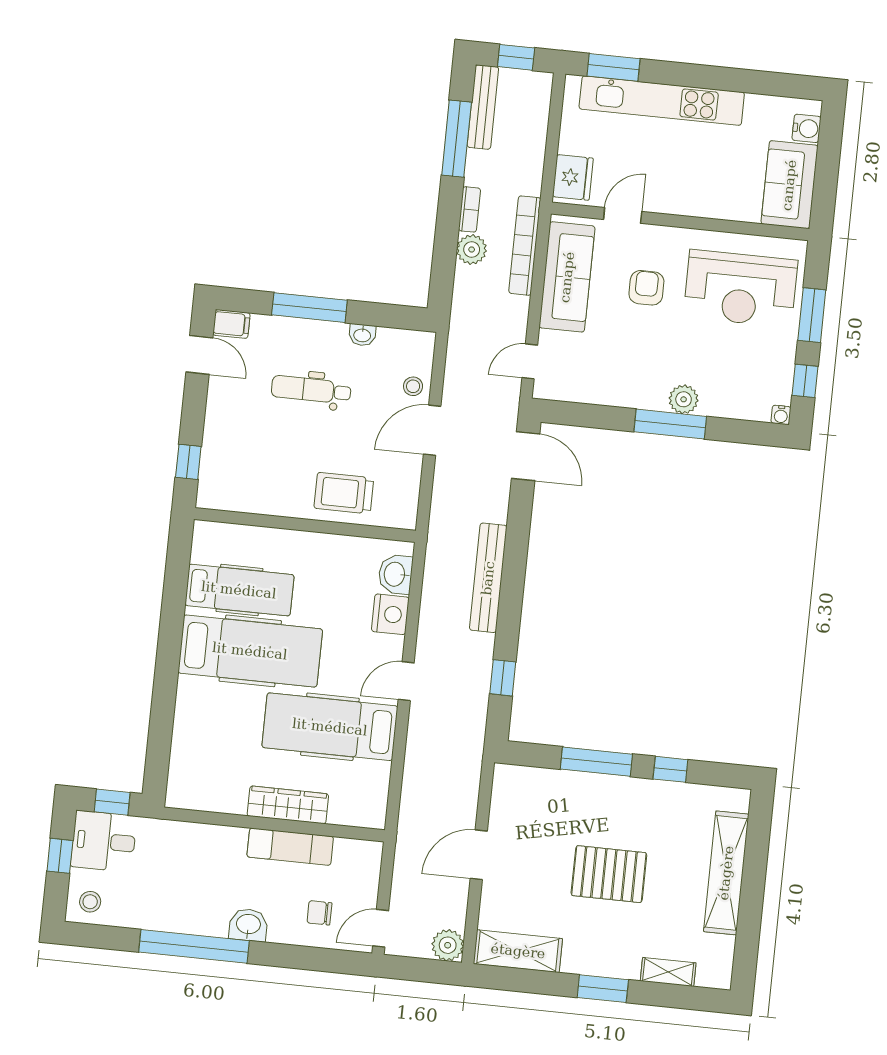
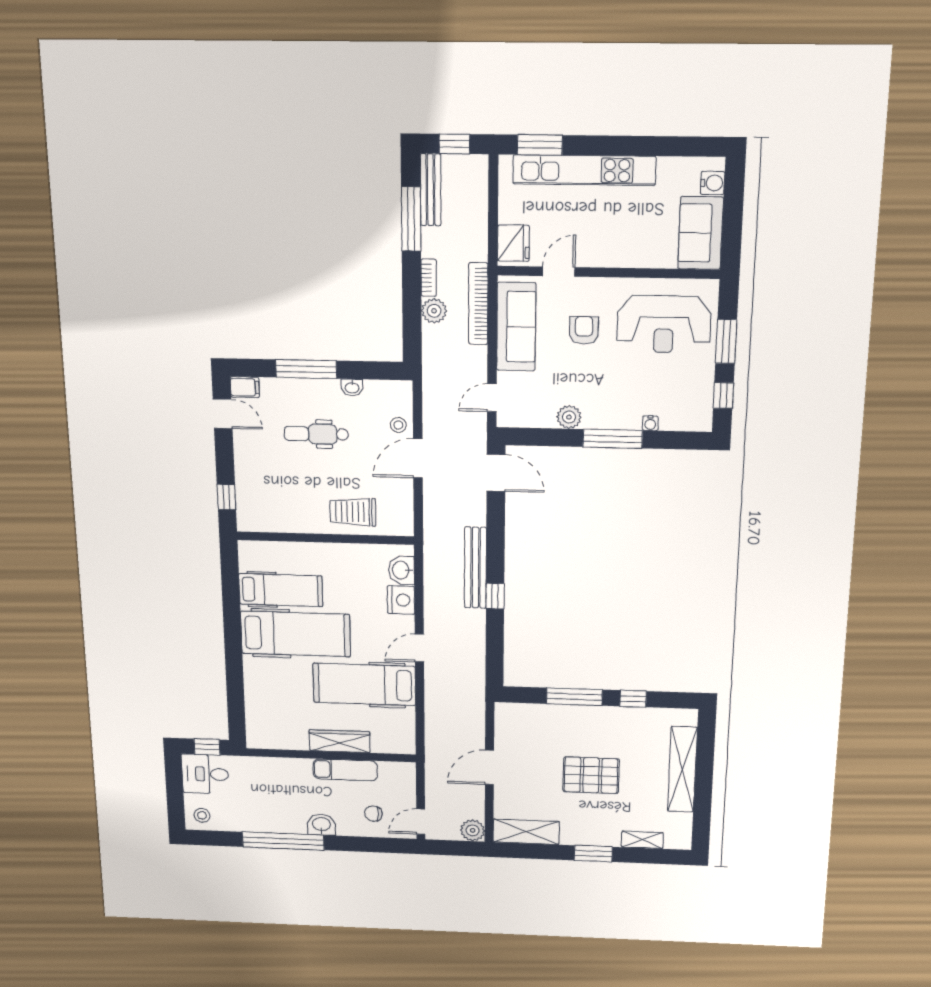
plant: (684, 399) -> (569, 417), moved
water cooler: (781, 415) -> (650, 423), moved
window: (503, 678) -> (495, 596), moved
window: (60, 856) -> (174, 786), removed

